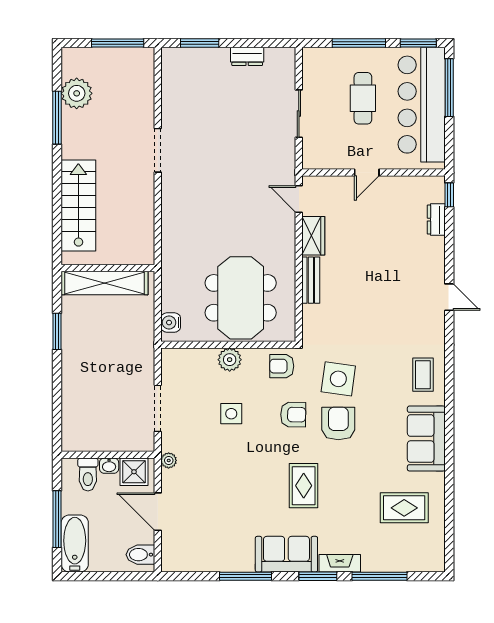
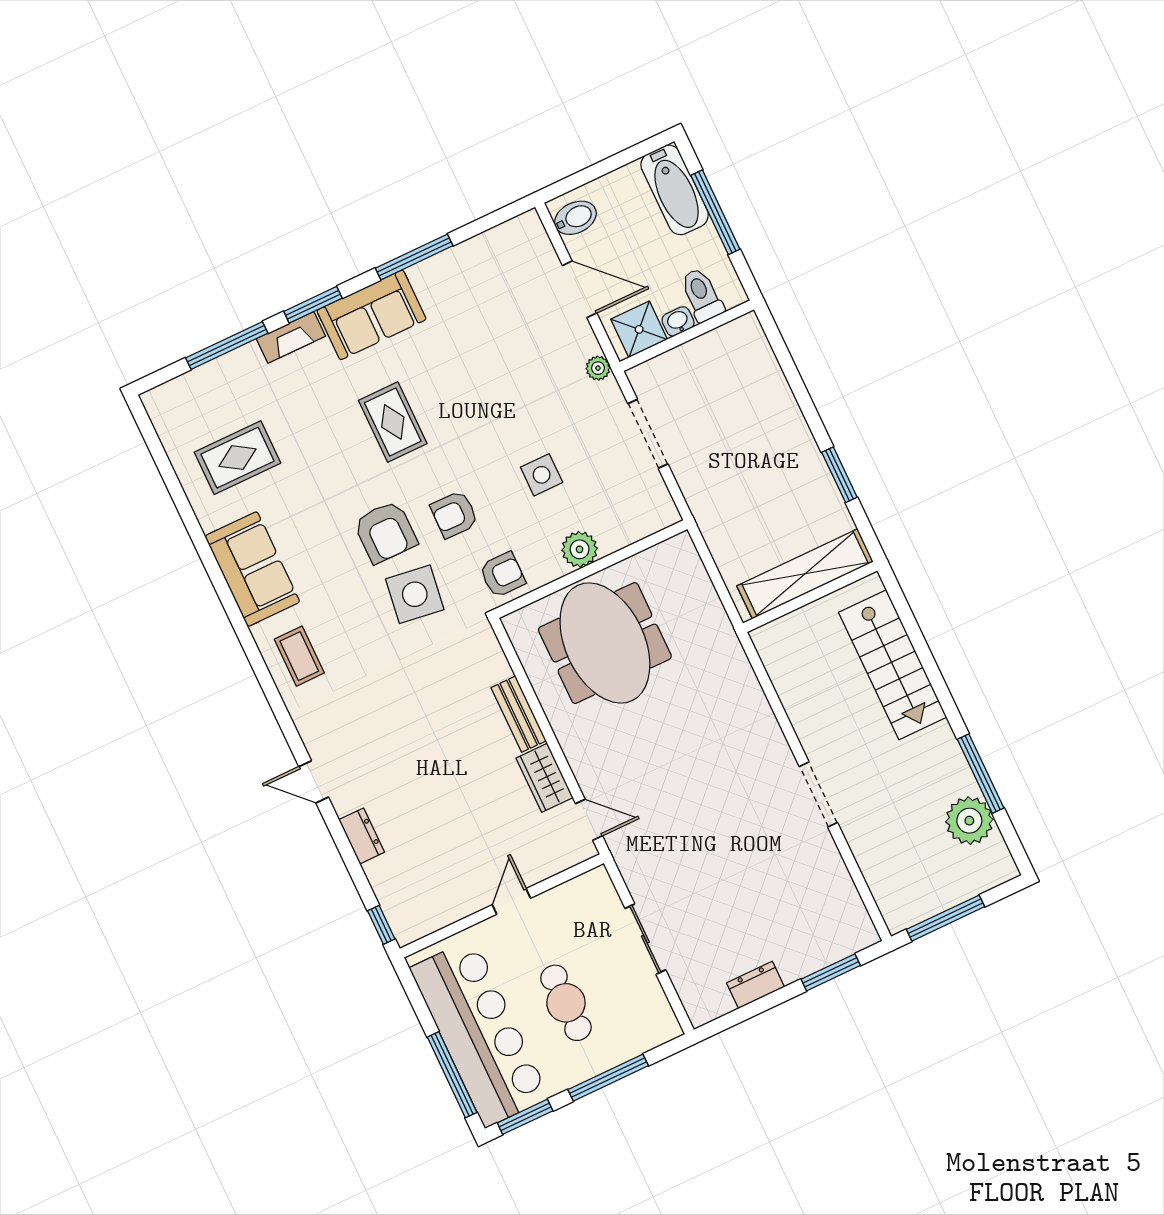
dresser: (436, 220) -> (362, 836), moved
water cooler: (171, 323) -> (687, 562), removed

